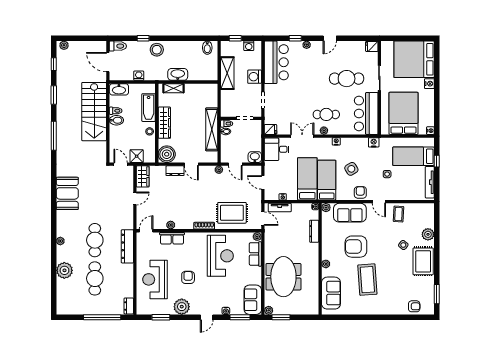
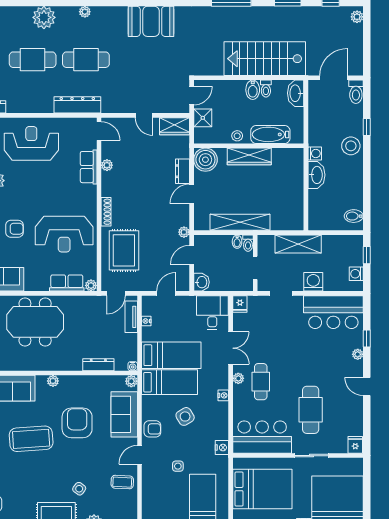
shelving: (227, 73) -> (298, 244), moved
washing machine: (139, 76) -> (315, 153), moved
shelving: (173, 88) -> (297, 169), removed
armchair: (188, 277) -> (14, 229), moved

